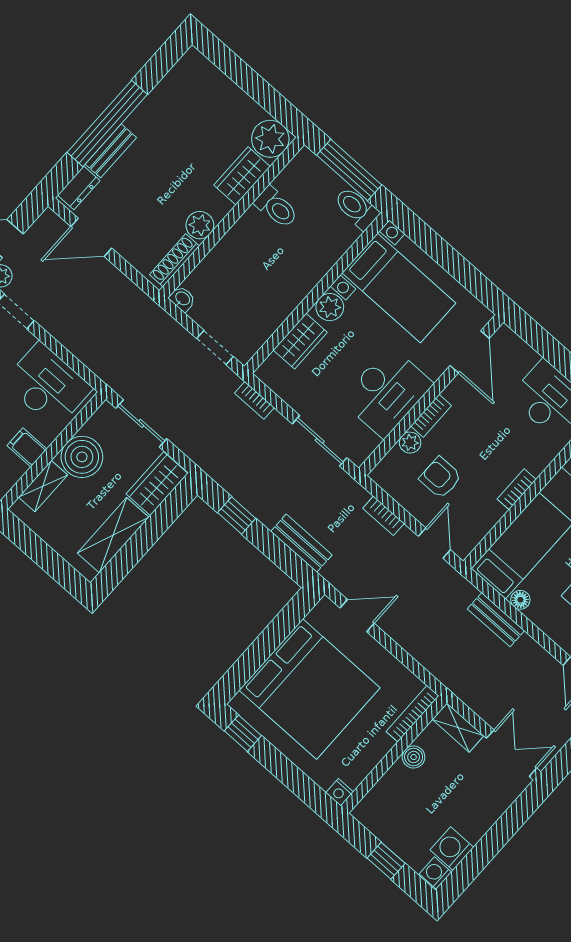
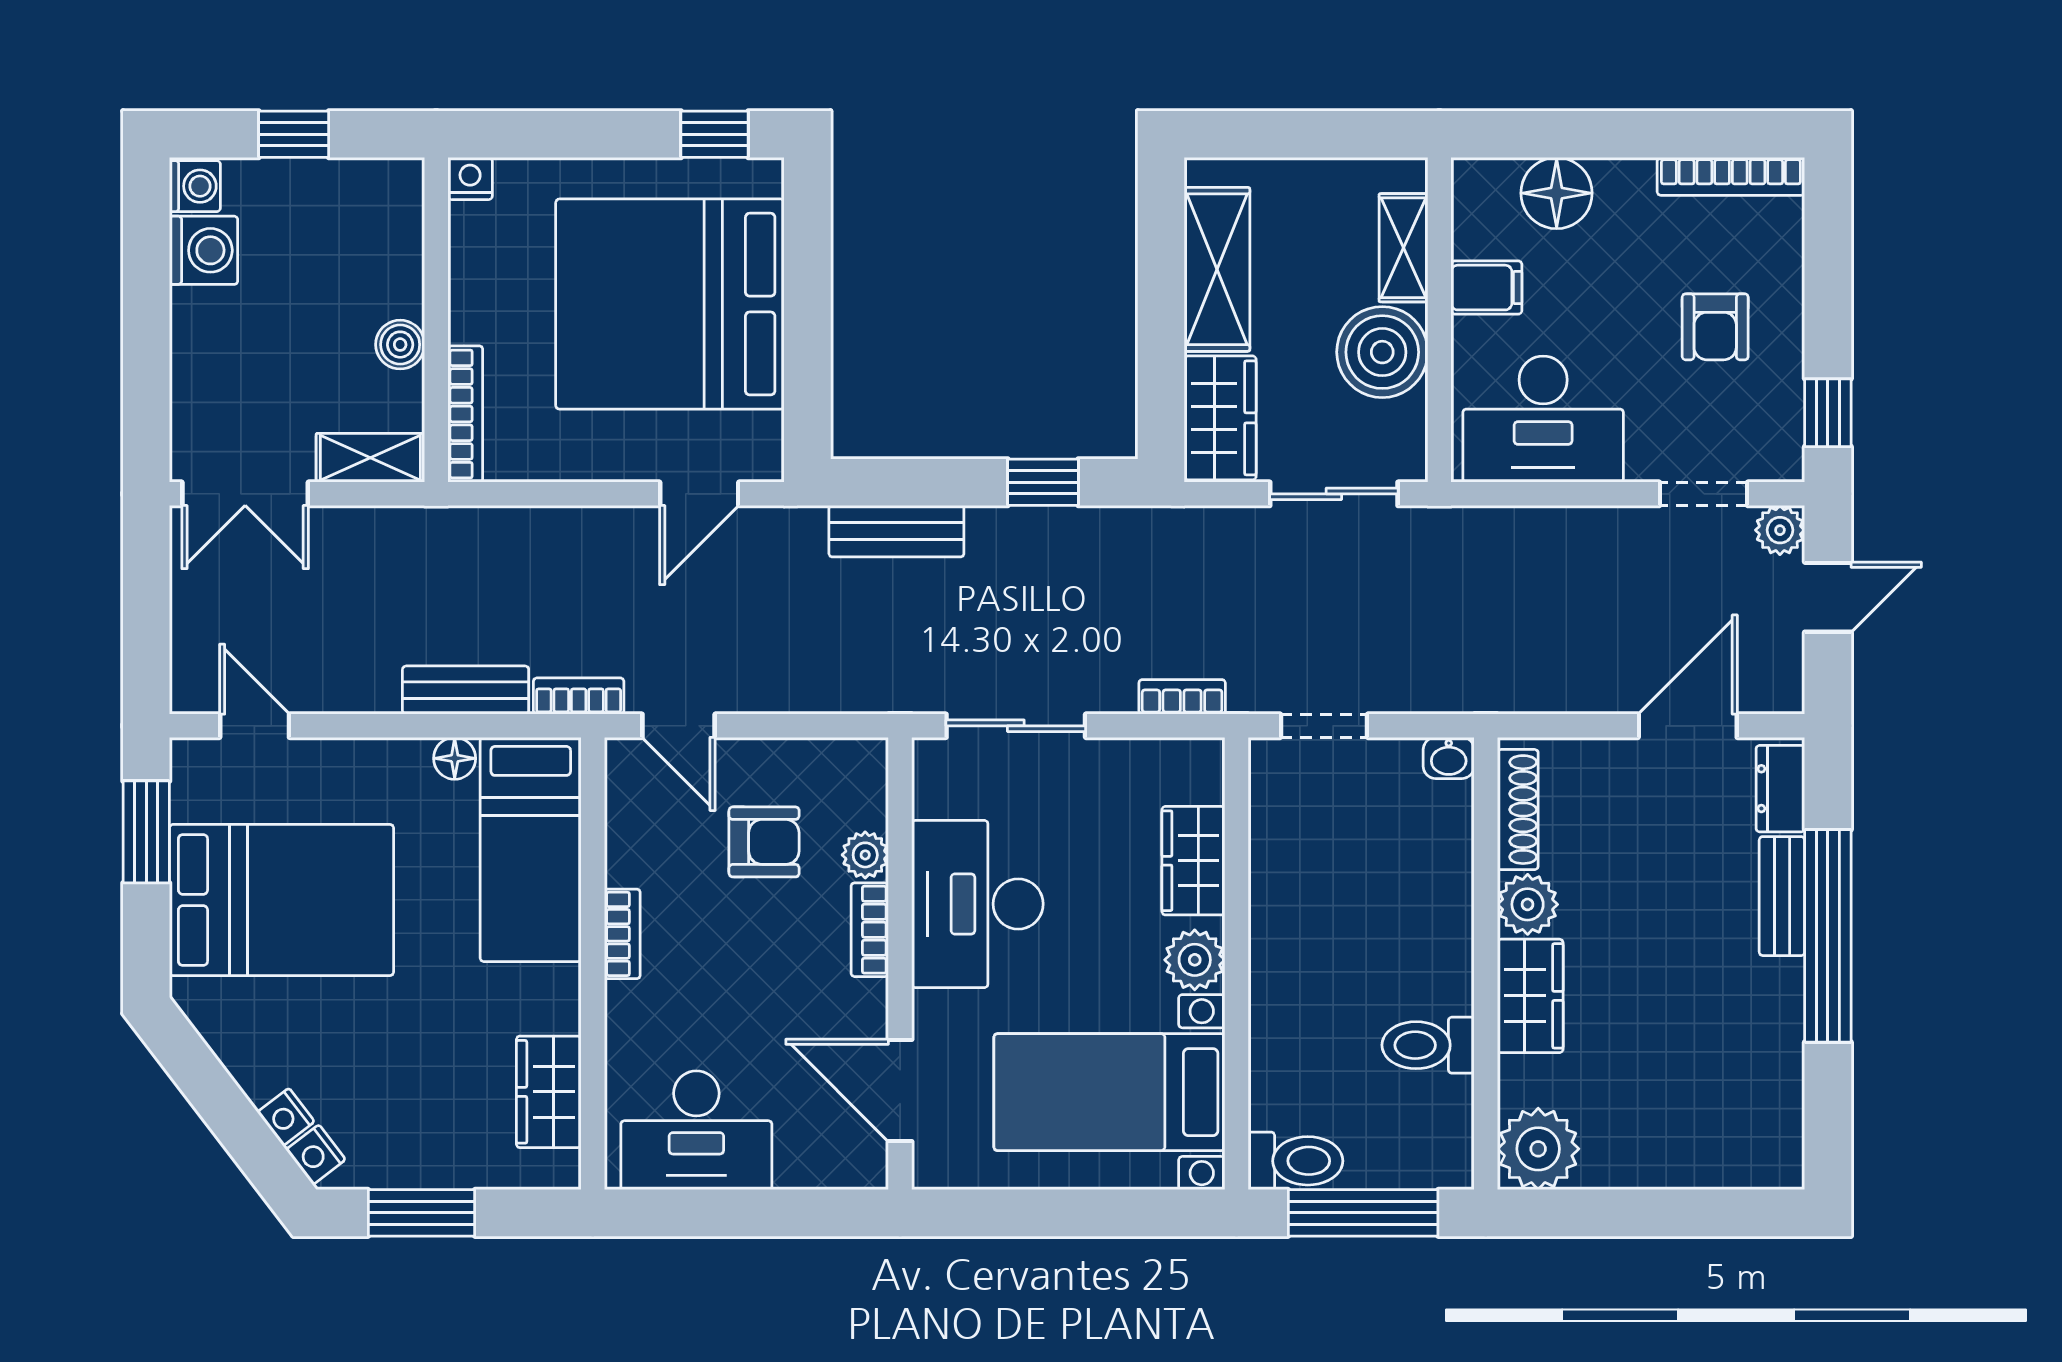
wardrobe: (242, 176) -> (1530, 996), moved
bookcase: (384, 516) -> (579, 696), moved

